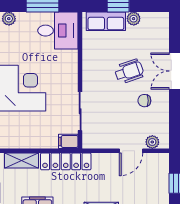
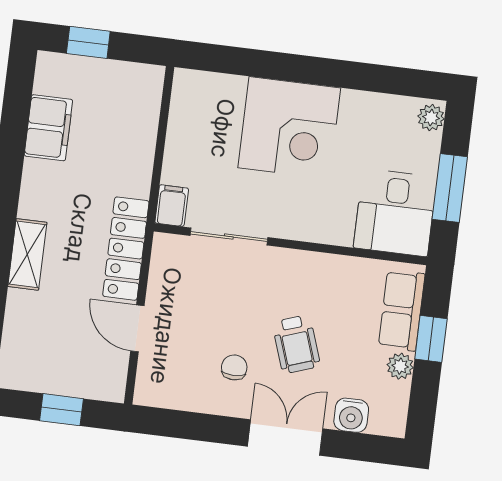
water cooler: (161, 40) -> (351, 415), added
plant: (152, 142) -> (150, 373), removed
shelving: (22, 160) -> (145, 108), removed
locker: (66, 161) -> (126, 249), moved

